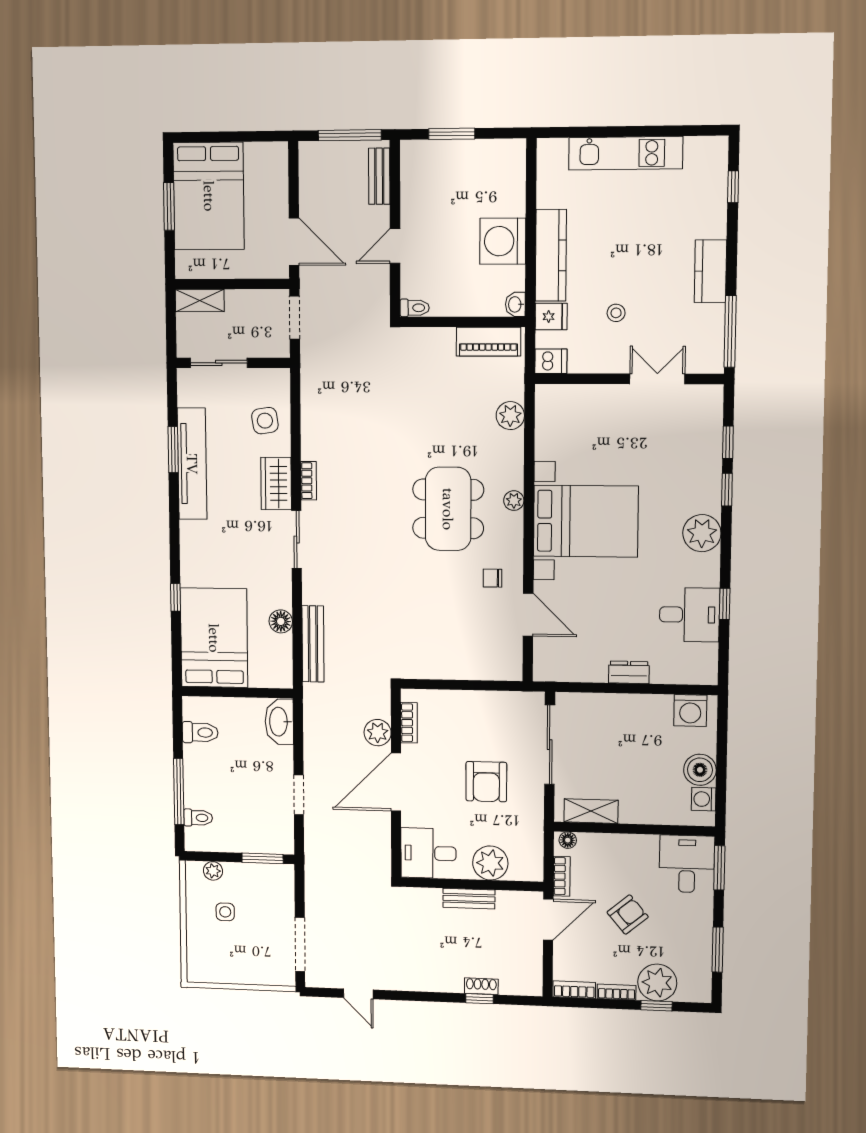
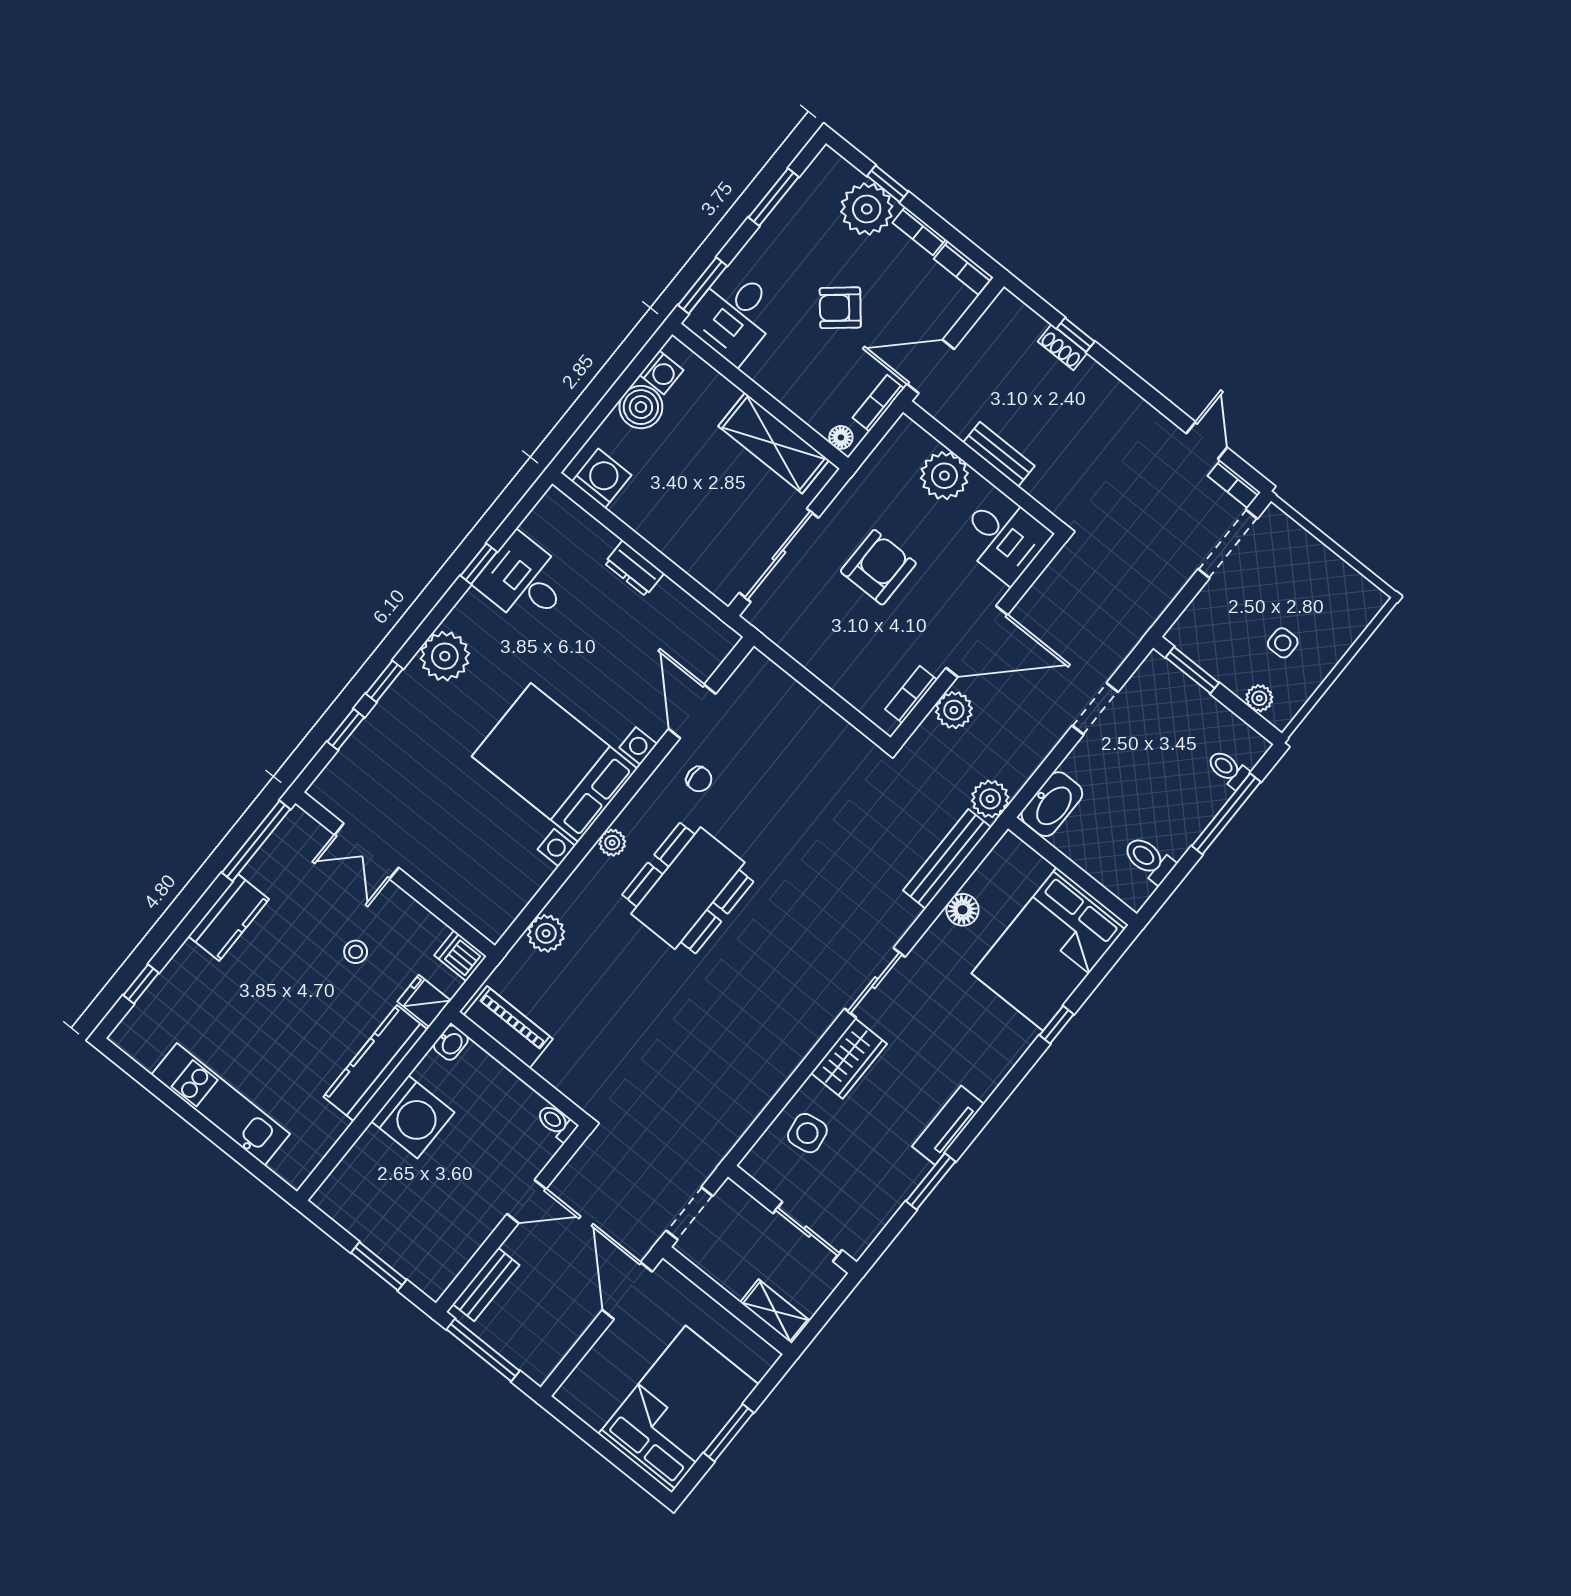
tv unit: (192, 464) -> (948, 1125), width x0.52, depth x0.78
bookcase: (309, 481) -> (1234, 484), moved, turned -90
plant: (316, 698) -> (990, 799), added
shelving: (591, 811) -> (774, 443), width x1.50, depth x1.33

